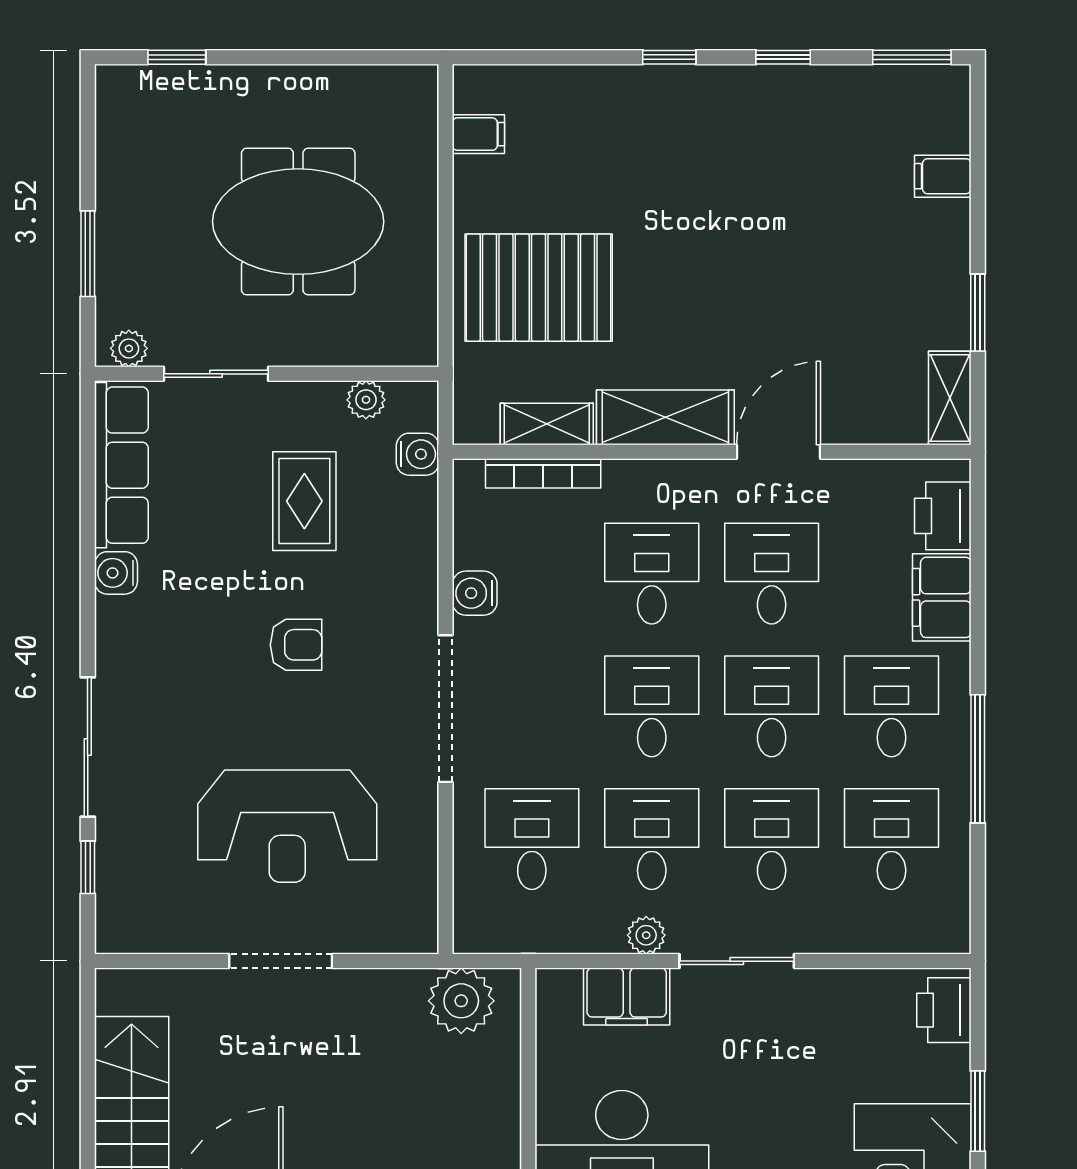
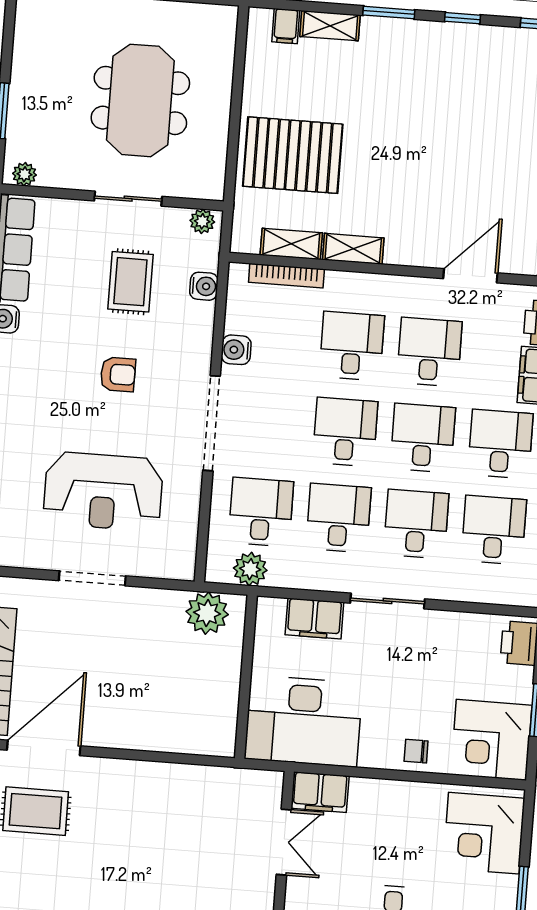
window: (669, 57) -> (389, 13), width x1.50
shelving: (581, 84) -> (330, 26), added
filing cabinet: (478, 134) -> (286, 26), moved, turned 90
meeting table: (298, 222) -> (140, 100), turned 90
sliding door: (216, 374) -> (128, 199), moved
plant: (366, 400) -> (202, 221), moved
shelving: (665, 417) -> (353, 249), width x0.67, depth x0.75
door: (778, 452) -> (470, 276), moved
water cooler: (418, 454) -> (204, 286), moved
plant: (646, 935) -> (250, 569), moved, width x1.38, depth x1.38

